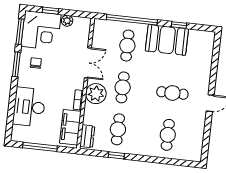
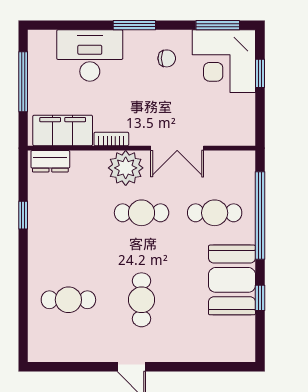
plant: (67, 21) -> (246, 104), removed
window: (16, 64) -> (134, 25), moved
cafe table: (118, 129) -> (68, 213), removed

